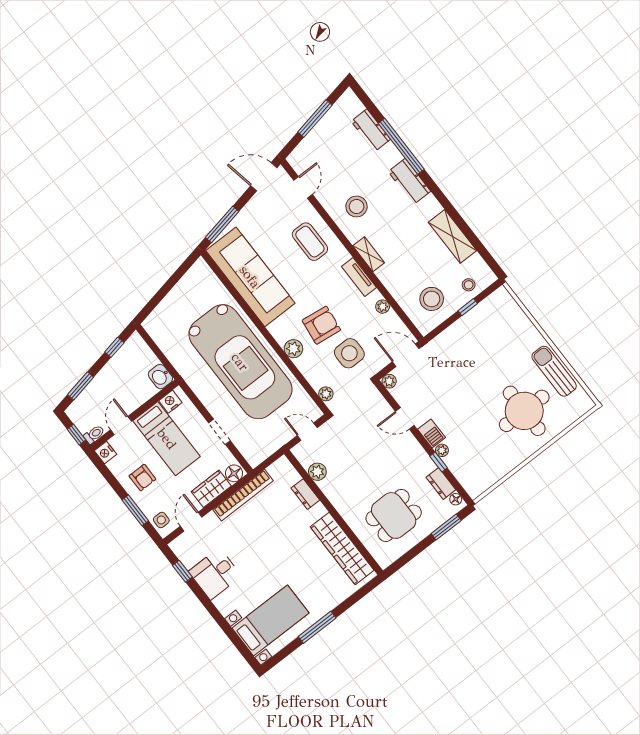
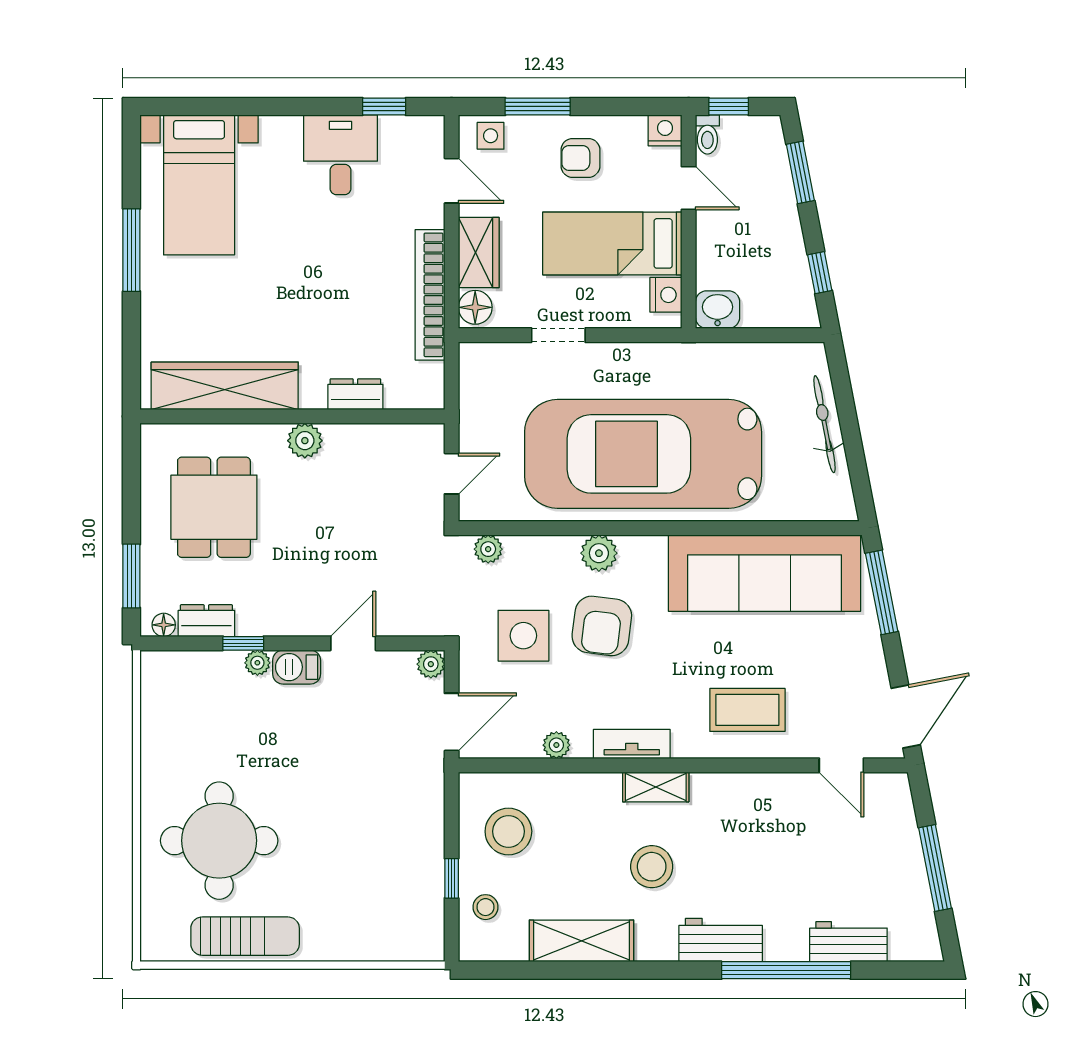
stool: (357, 207) -> (652, 867), moved
bicycle: (173, 299) -> (825, 424), added
plant: (317, 472) -> (305, 441), moved

